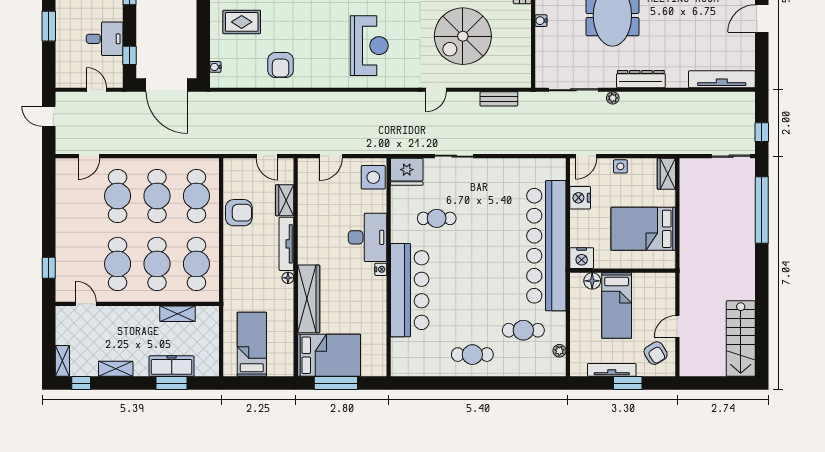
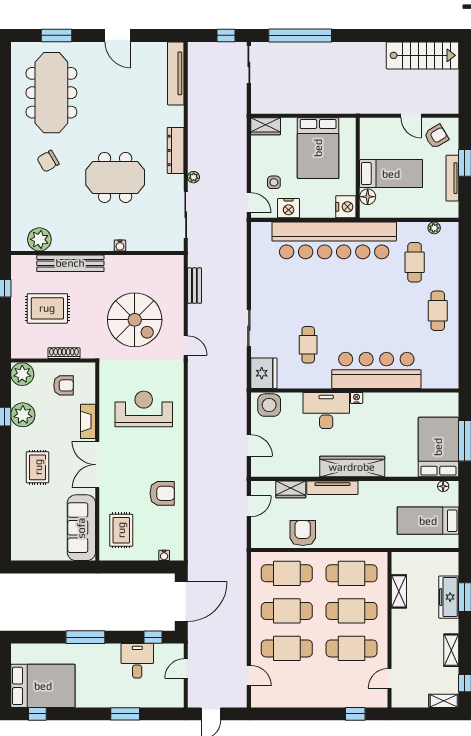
side table: (620, 166) -> (274, 182), moved
floor lamp: (288, 278) -> (443, 486), moved
wardrobe: (309, 299) -> (352, 467), moved

